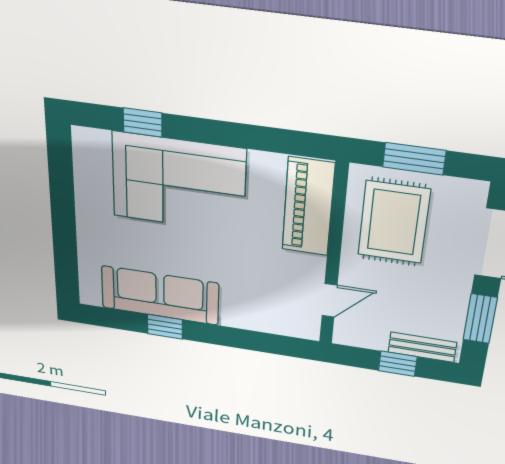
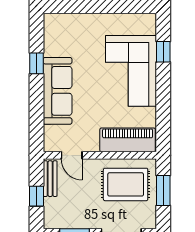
sofa: (160, 295) -> (58, 91), moved
bench: (422, 347) -> (50, 179), moved

